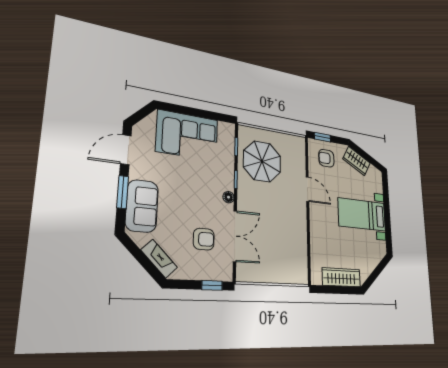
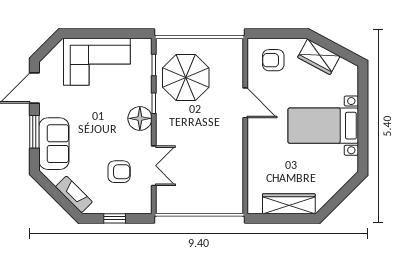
window: (322, 137) -> (269, 34), removed
floor lamp: (229, 197) -> (140, 118), width x1.89, depth x1.89
double door: (235, 236) -> (154, 166), width x0.73
window: (212, 285) -> (115, 218), moved

